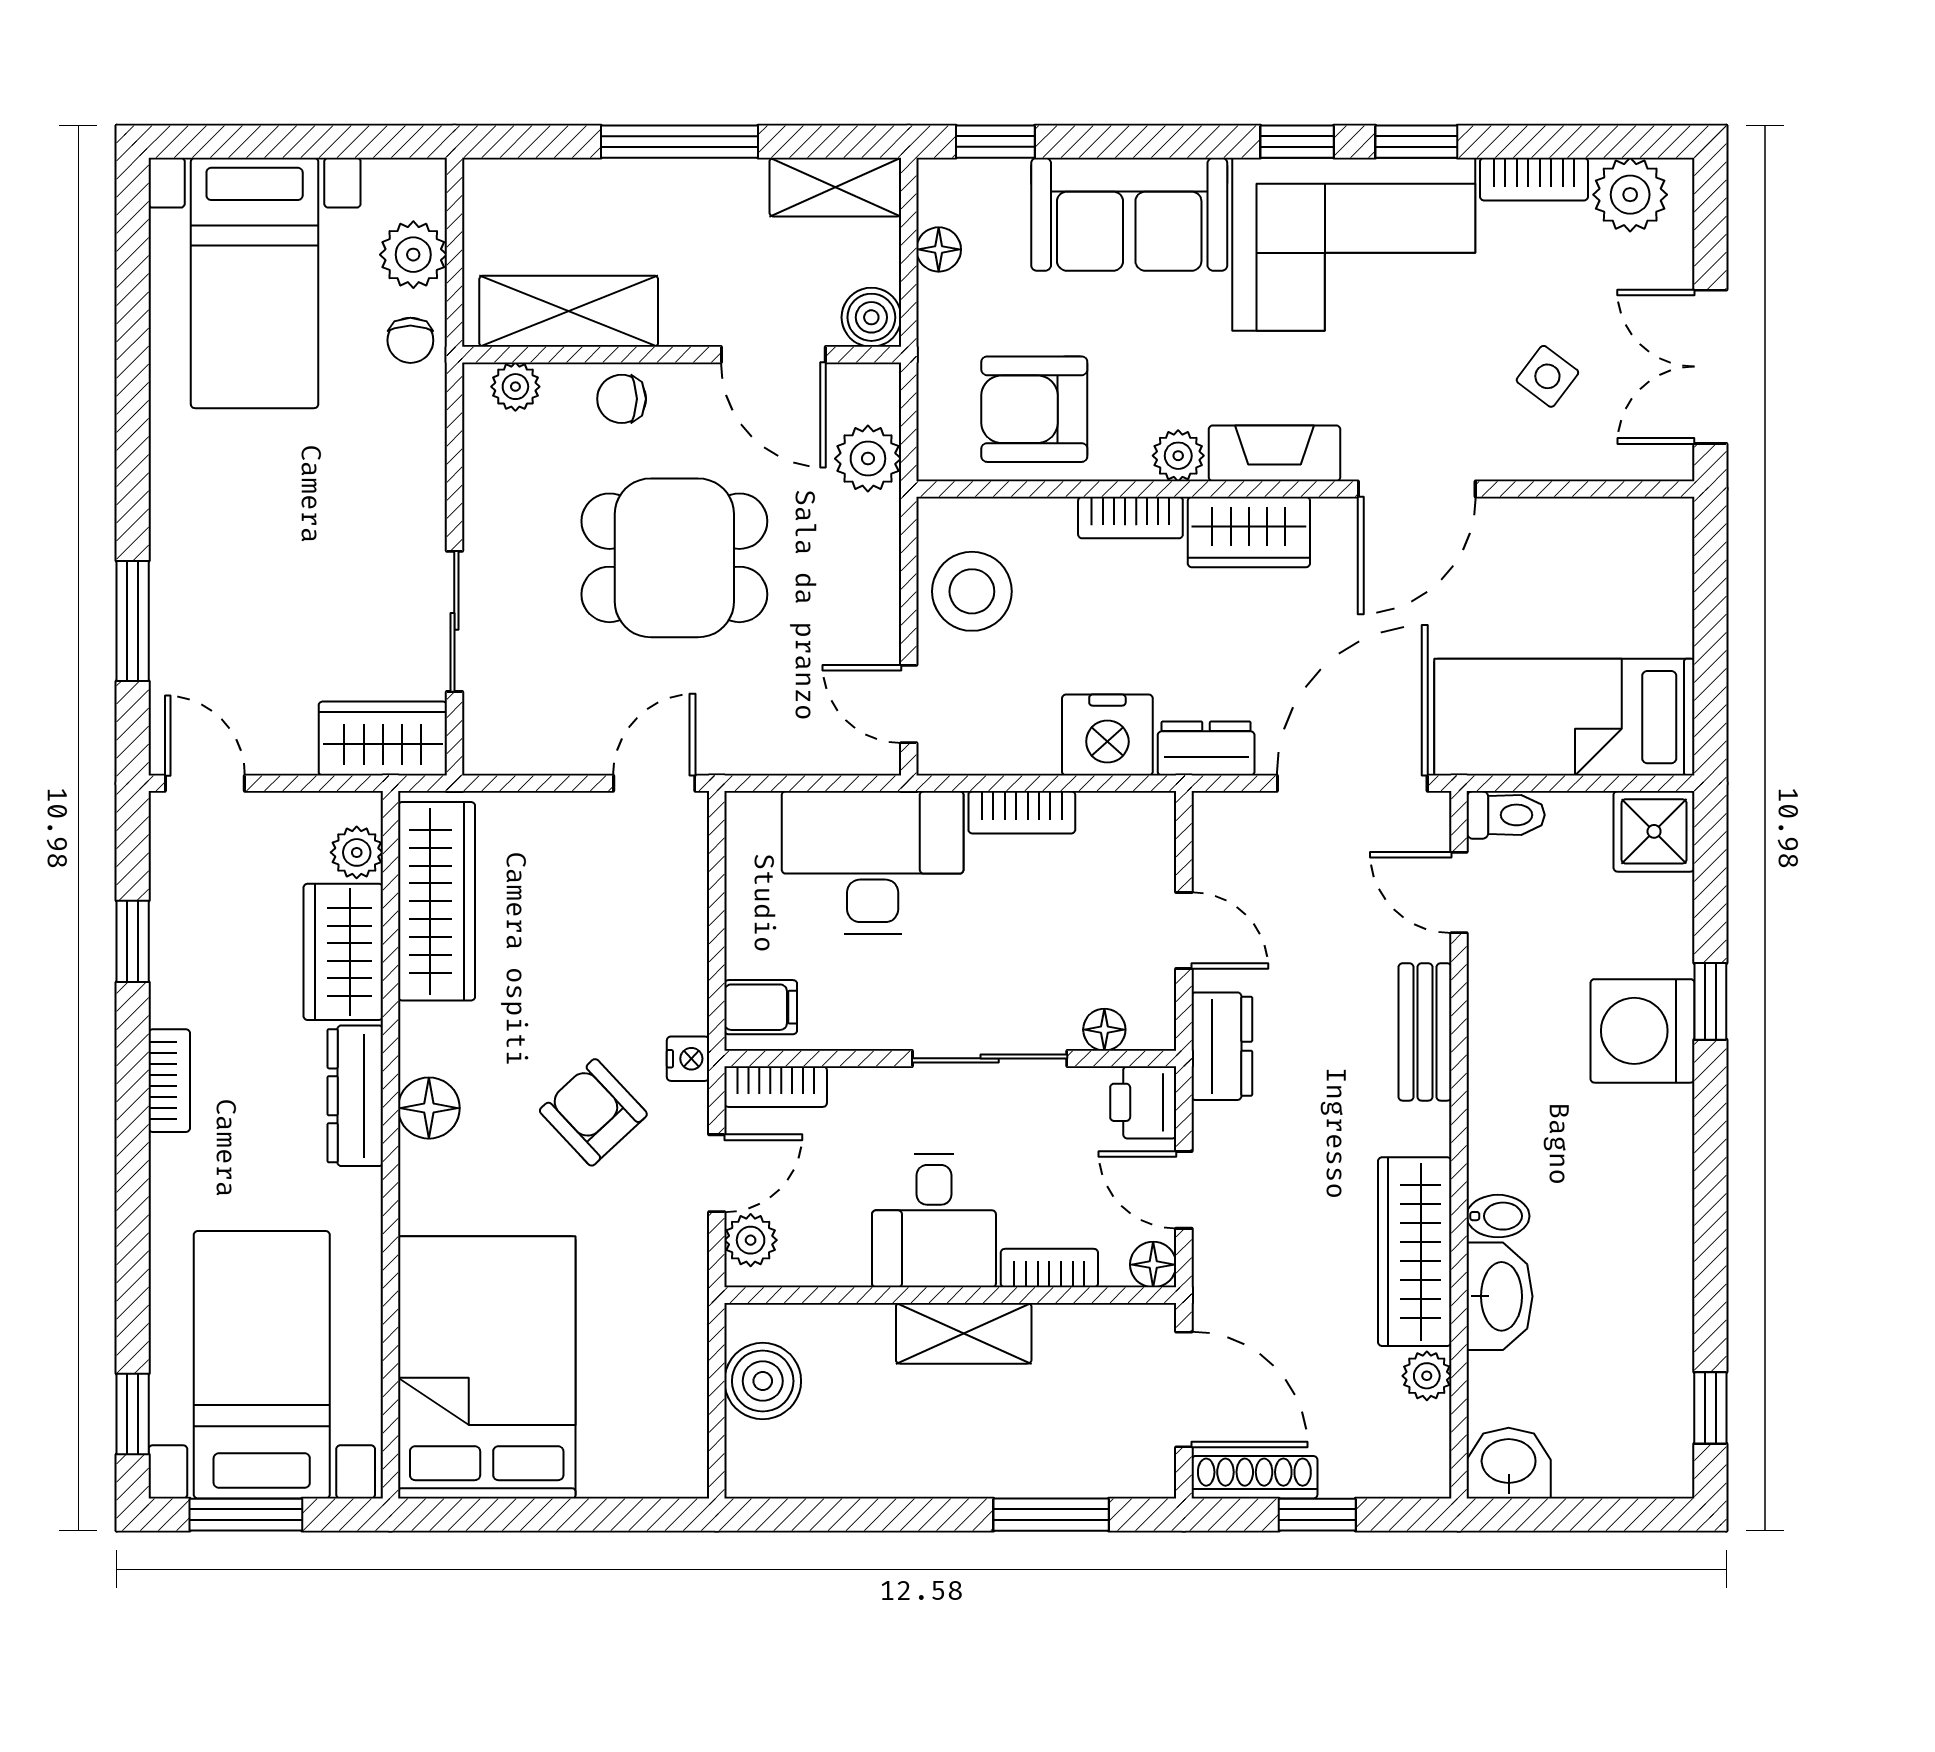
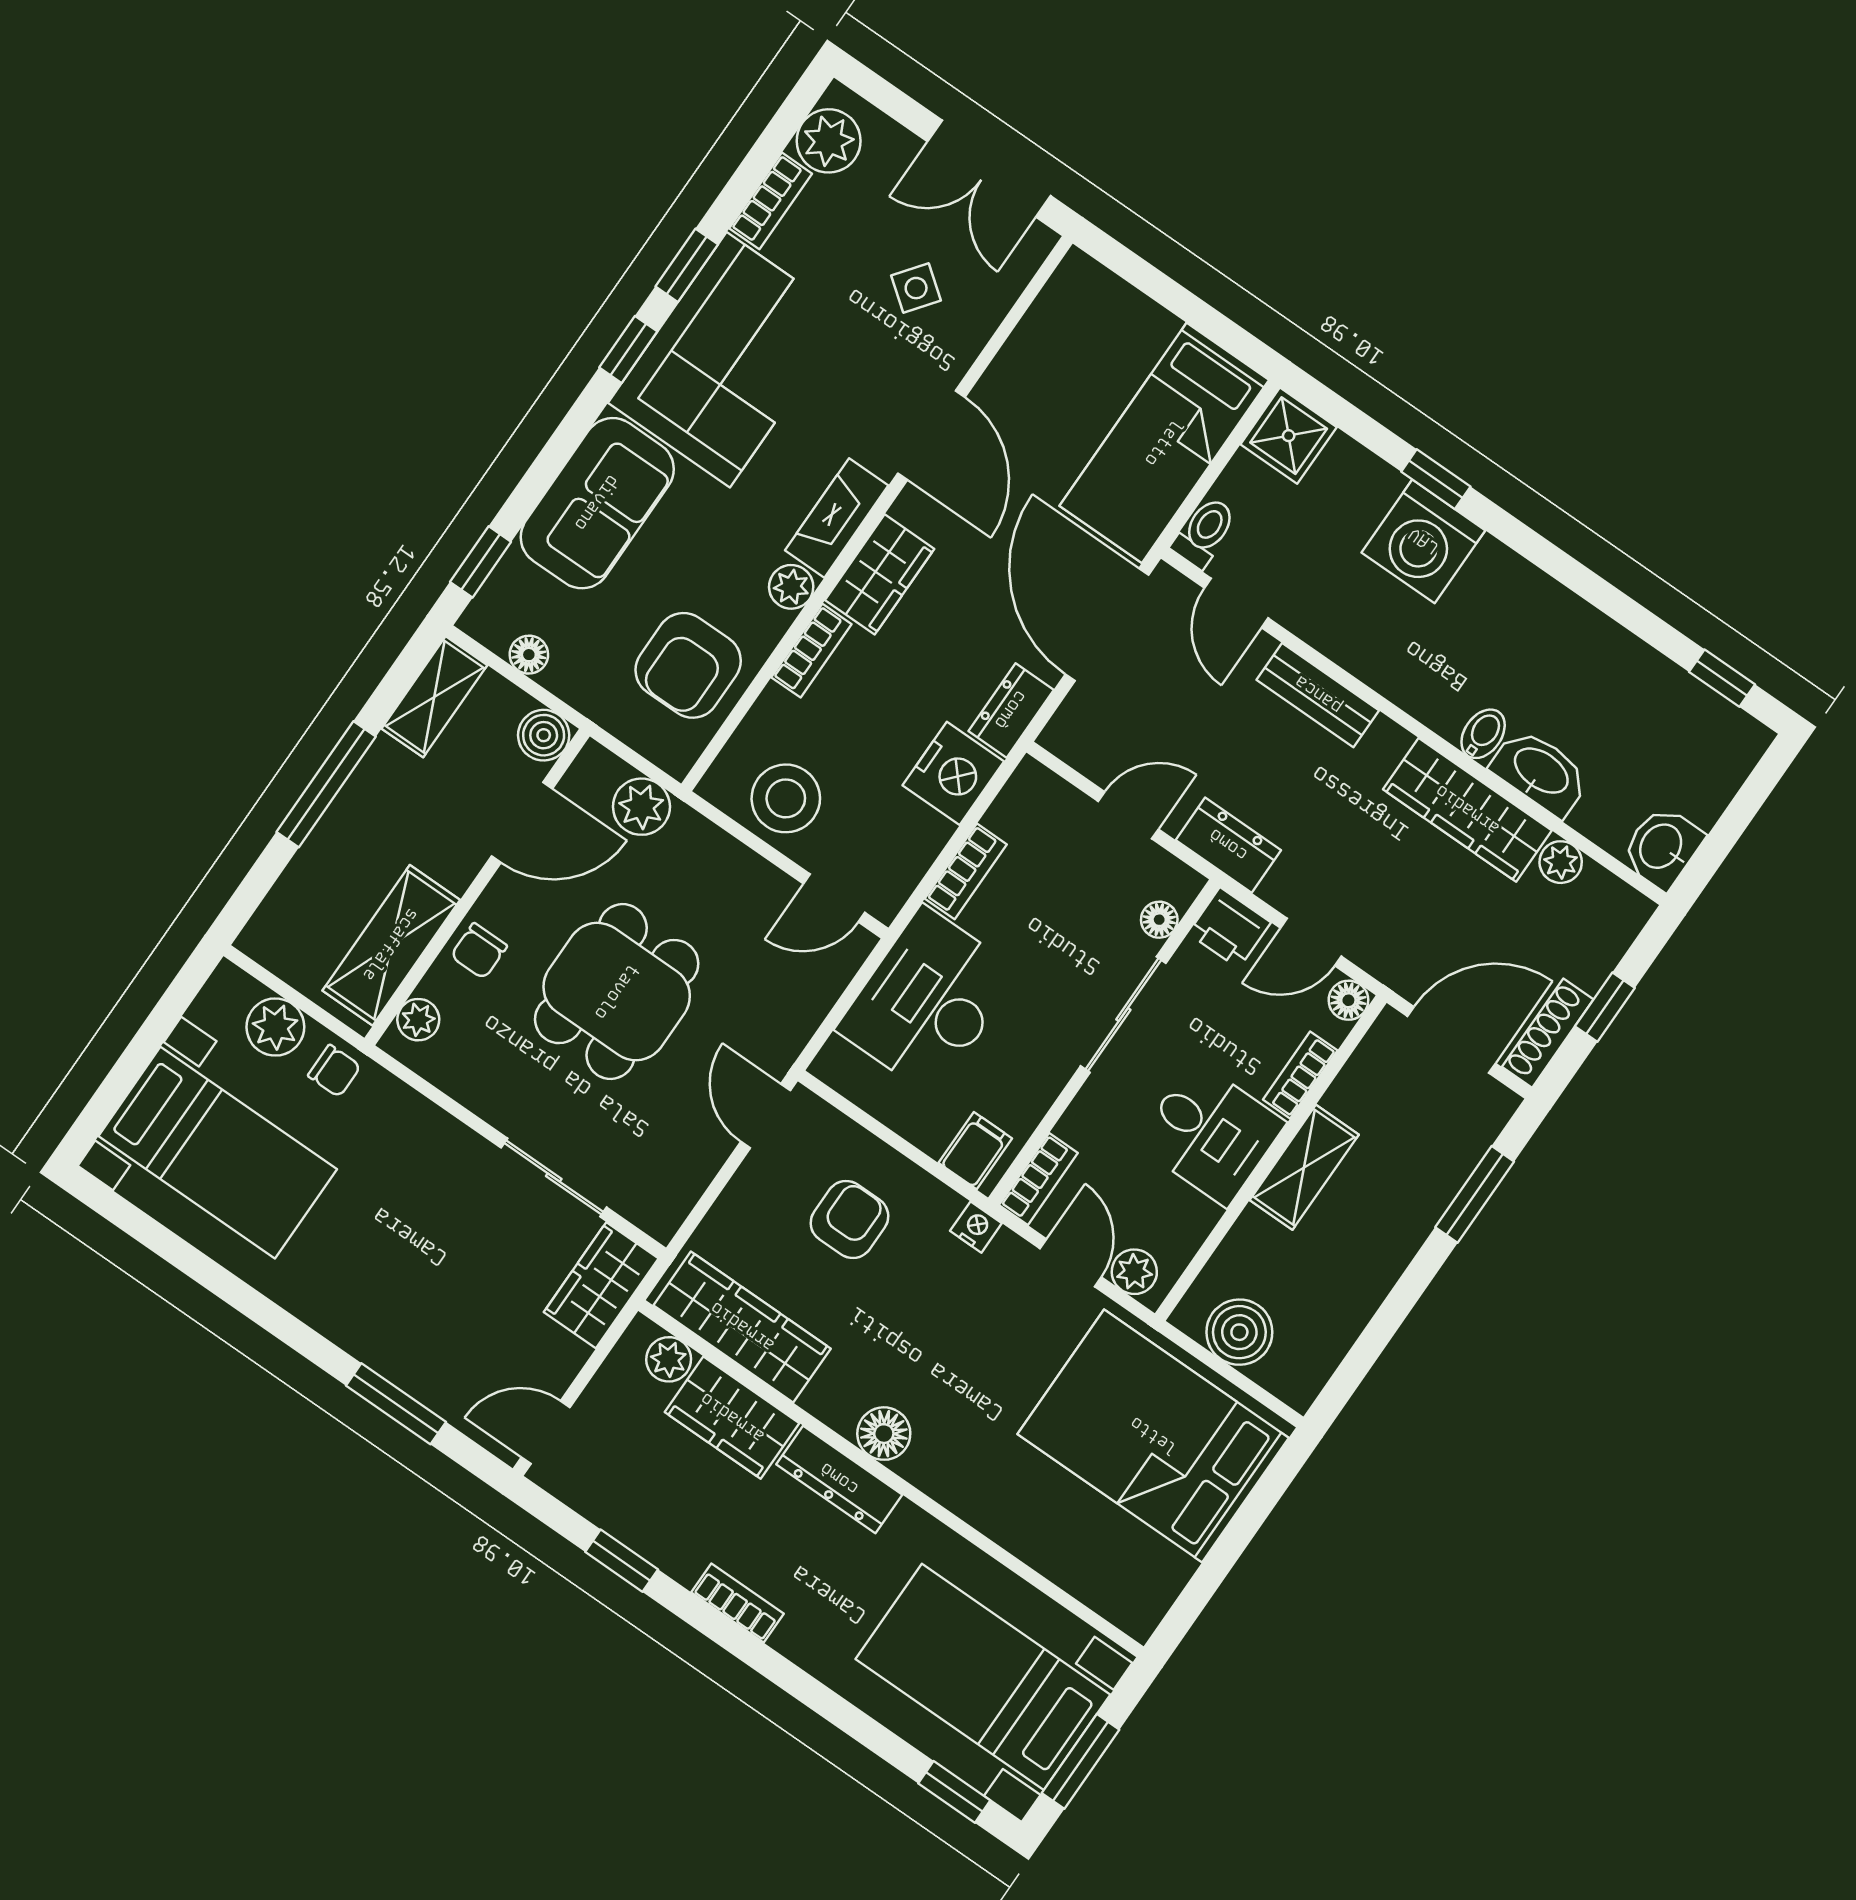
door: (1459, 893) -> (1236, 603), hinge flipped
armchair: (593, 1112) -> (849, 1219), moved, turned 133
bed: (487, 1367) -> (1153, 1436), moved

